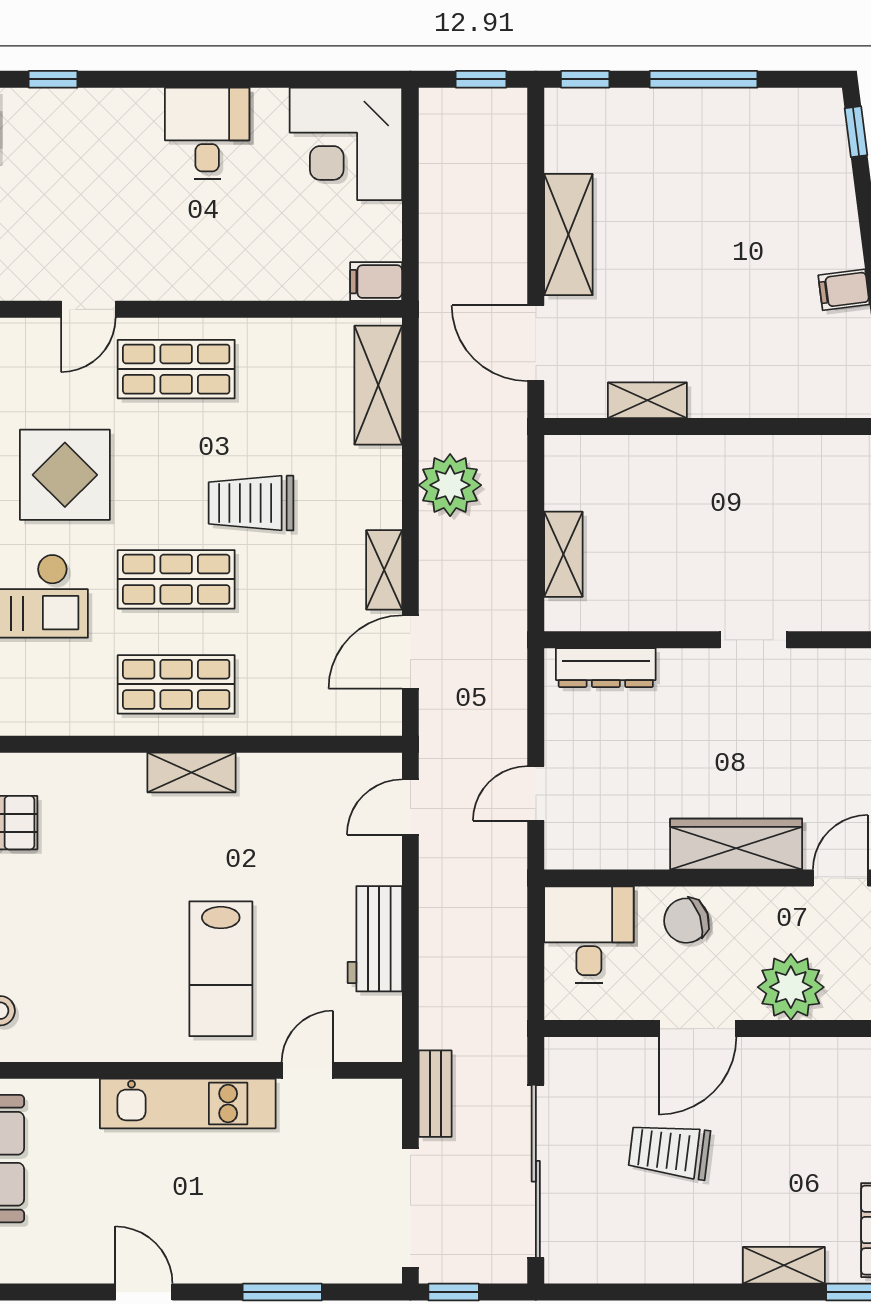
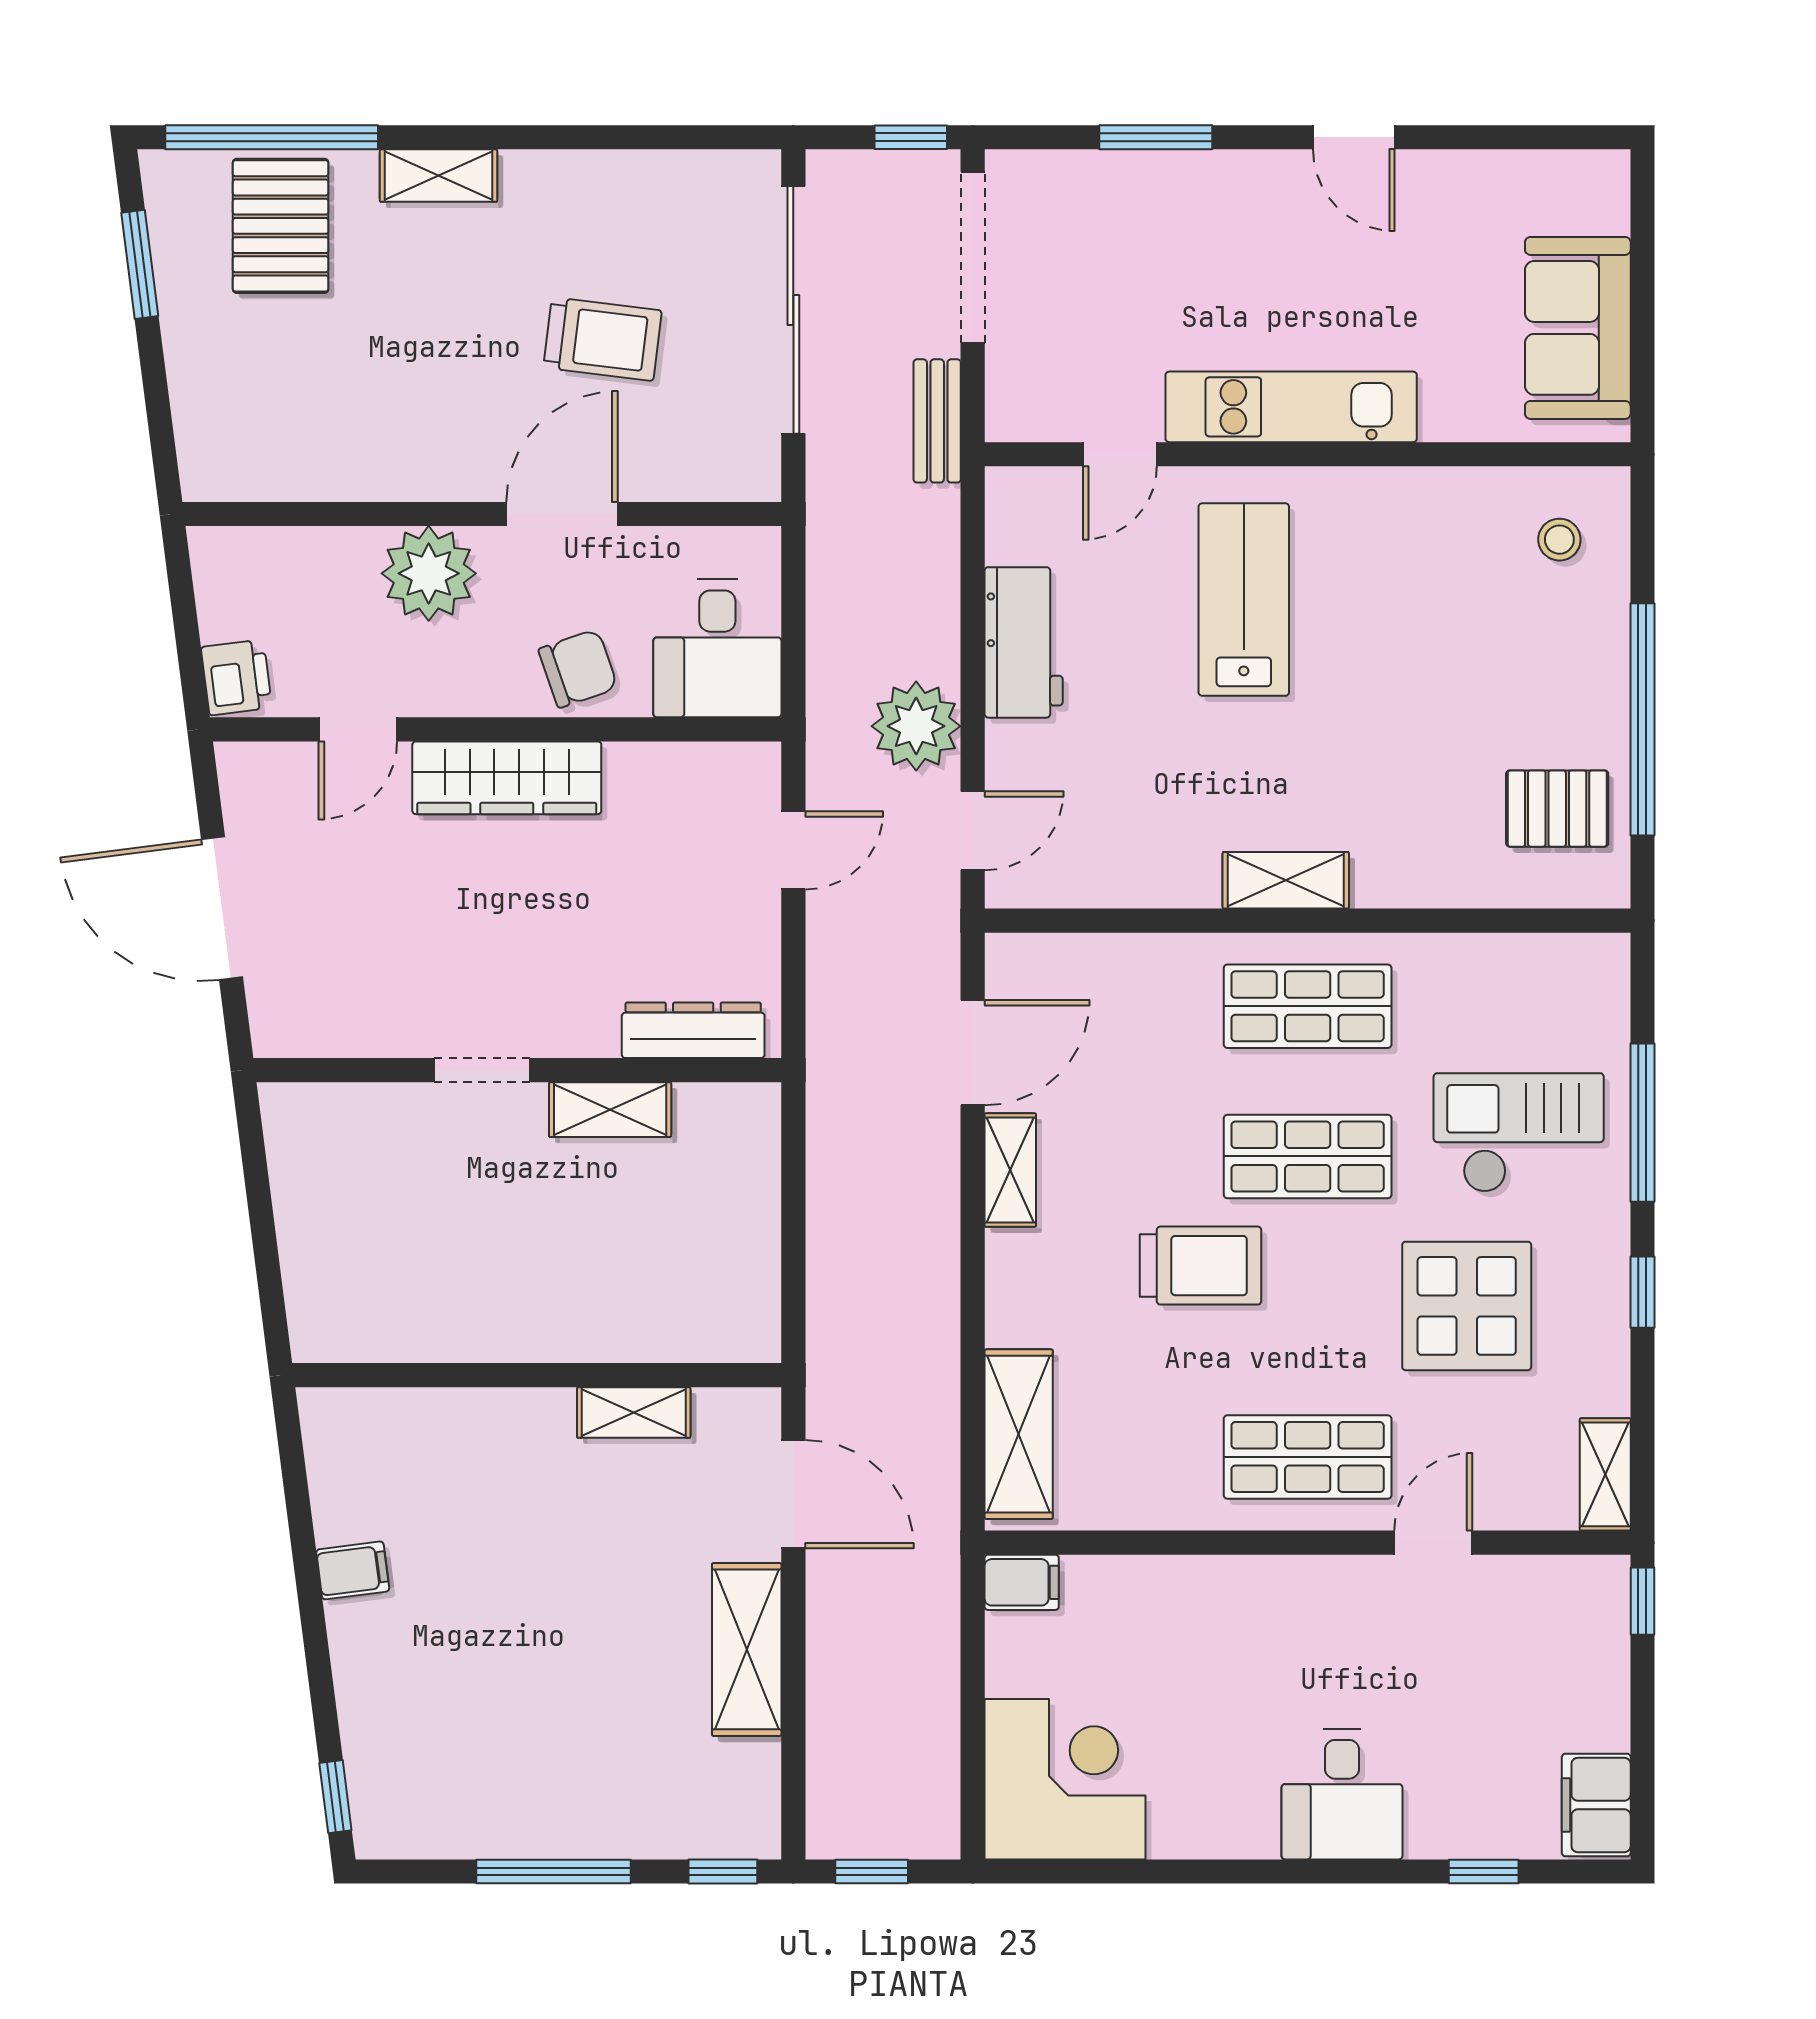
desk: (207, 133) -> (1342, 1794), moved
plant: (450, 485) -> (916, 726), moved
shelving: (563, 554) -> (610, 1110), moved, turned 90

